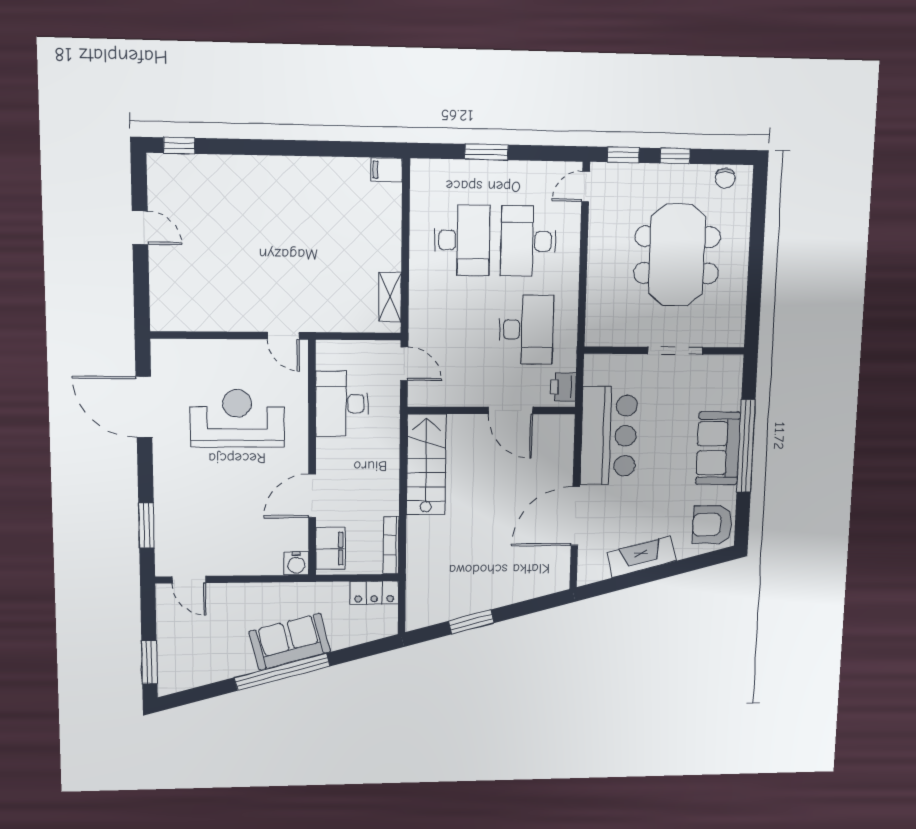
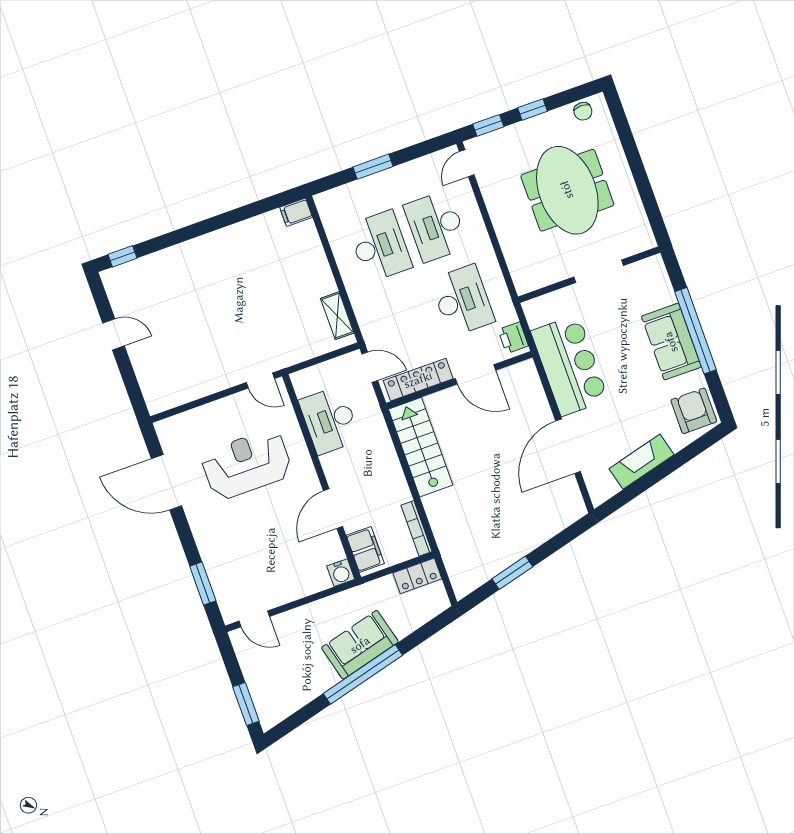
locker: (450, 395) -> (418, 380), added
armchair: (712, 525) -> (694, 411), turned 90

